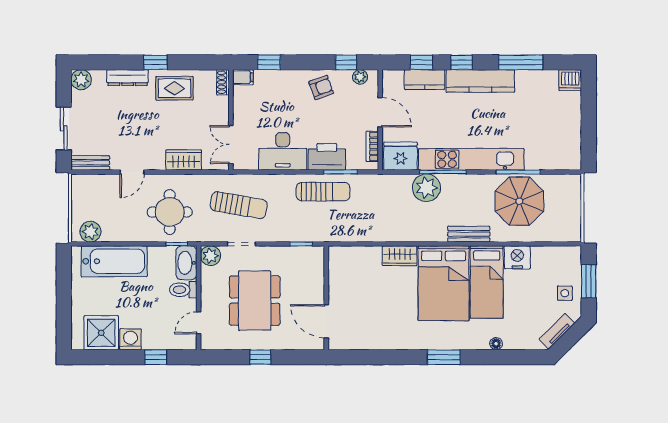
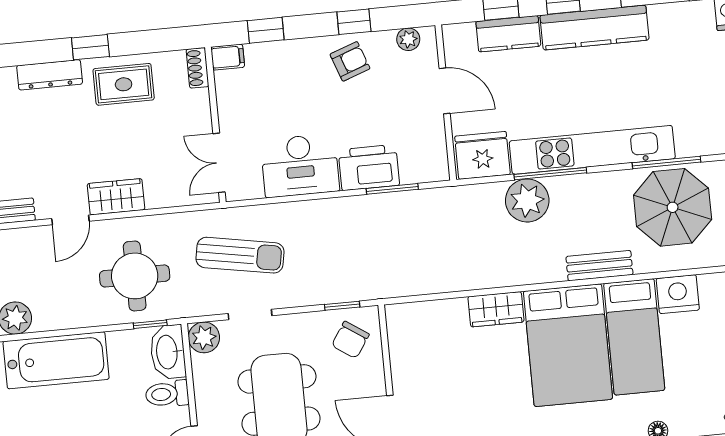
window: (346, 62) -> (354, 22), moved
bookcase: (372, 146) -> (437, 145), removed
wardrobe: (184, 160) -> (116, 197), moved
sun lounger: (323, 192) -> (368, 222), removed
chair: (304, 266) -> (350, 340), added

